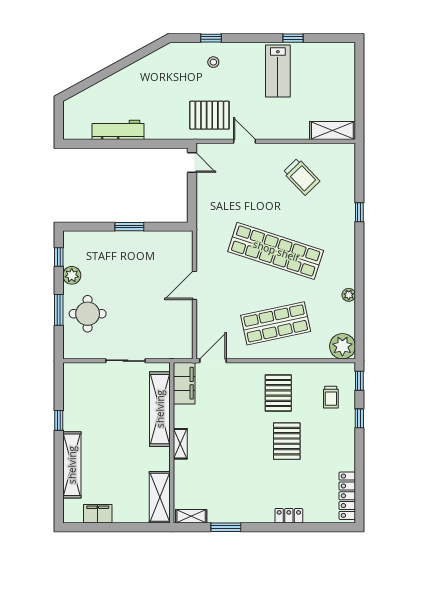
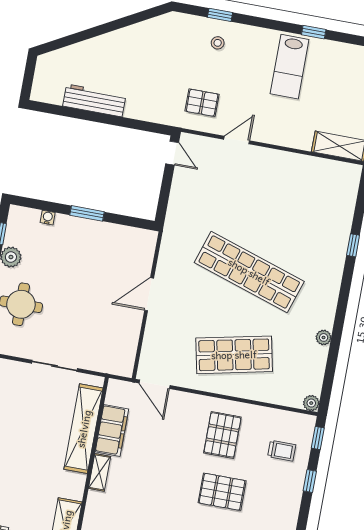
pallet: (209, 115) -> (202, 103), width x0.67, depth x0.71
door: (244, 141) -> (237, 140), hinge flipped
trolley: (301, 177) -> (294, 192), removed
water cooler: (97, 236) -> (48, 218), added
plant: (342, 346) -> (311, 403), width x0.53, depth x0.53
door: (213, 361) -> (155, 384), swing flipped
filing cabinet: (184, 383) -> (112, 430), moved
trolley: (331, 397) -> (282, 451), turned -90
pallet: (287, 441) -> (222, 492), turned 90

